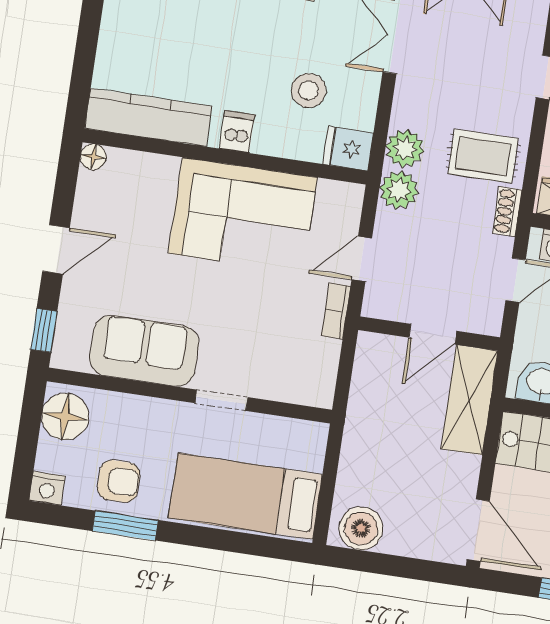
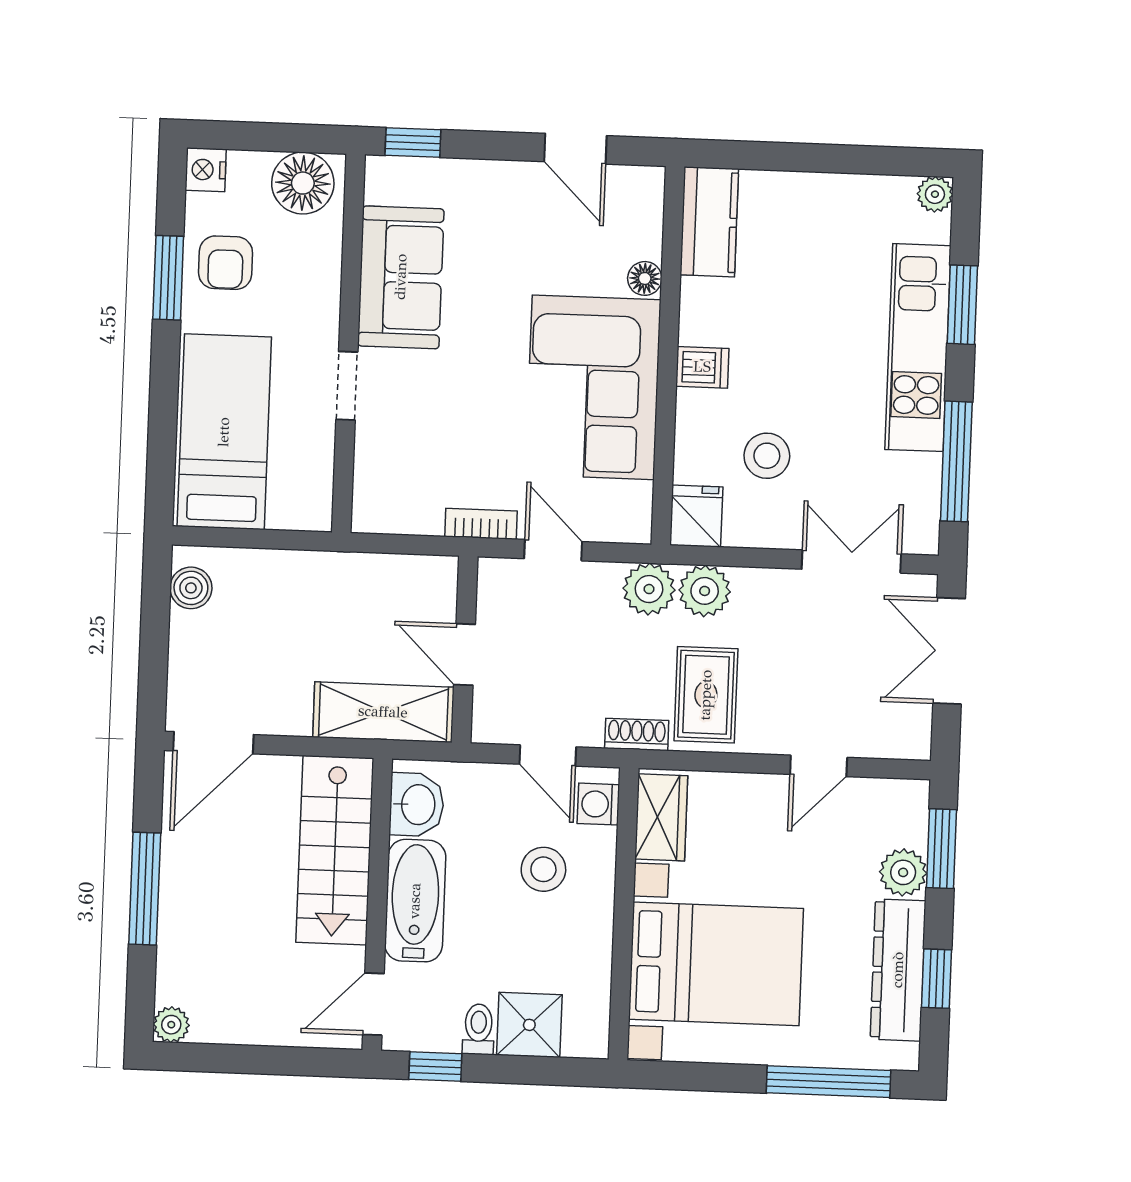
kitchen counter: (148, 117) -> (709, 222), width x0.67
floor lamp: (93, 157) -> (645, 278), moved
door: (56, 249) -> (575, 149), moved
boiler: (361, 528) -> (191, 588), width x0.73, depth x0.73

